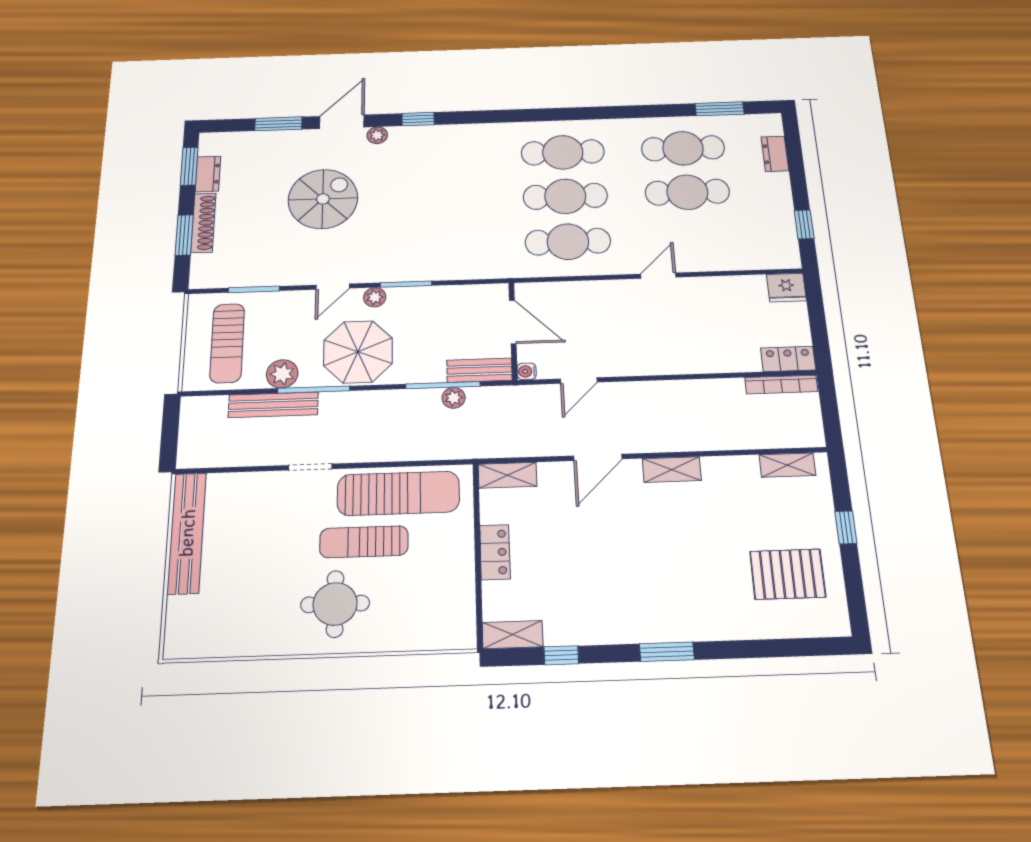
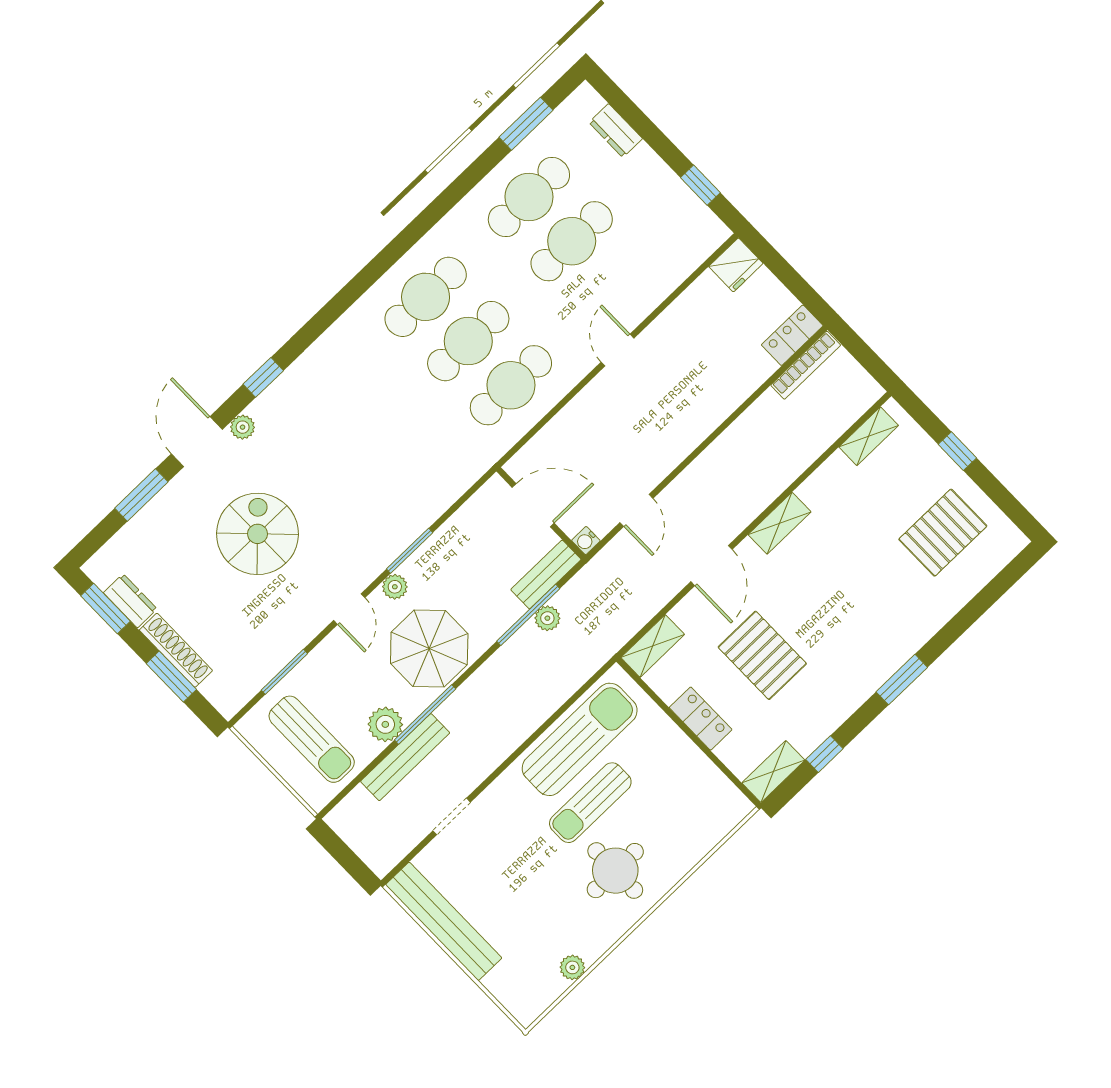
doorway: (310, 467) -> (452, 816), moved
pallet: (579, 547) -> (762, 655), added
plant: (238, 645) -> (572, 967), added

